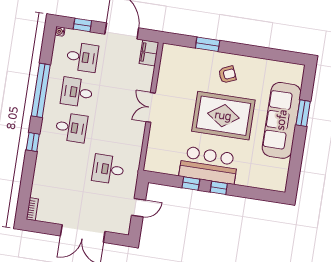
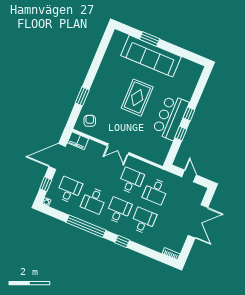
armchair: (227, 75) -> (90, 121), moved
rug: (223, 116) -> (137, 98), width x0.73, depth x0.69
desk: (114, 134) -> (131, 181), added
desk: (66, 163) -> (143, 221), added

